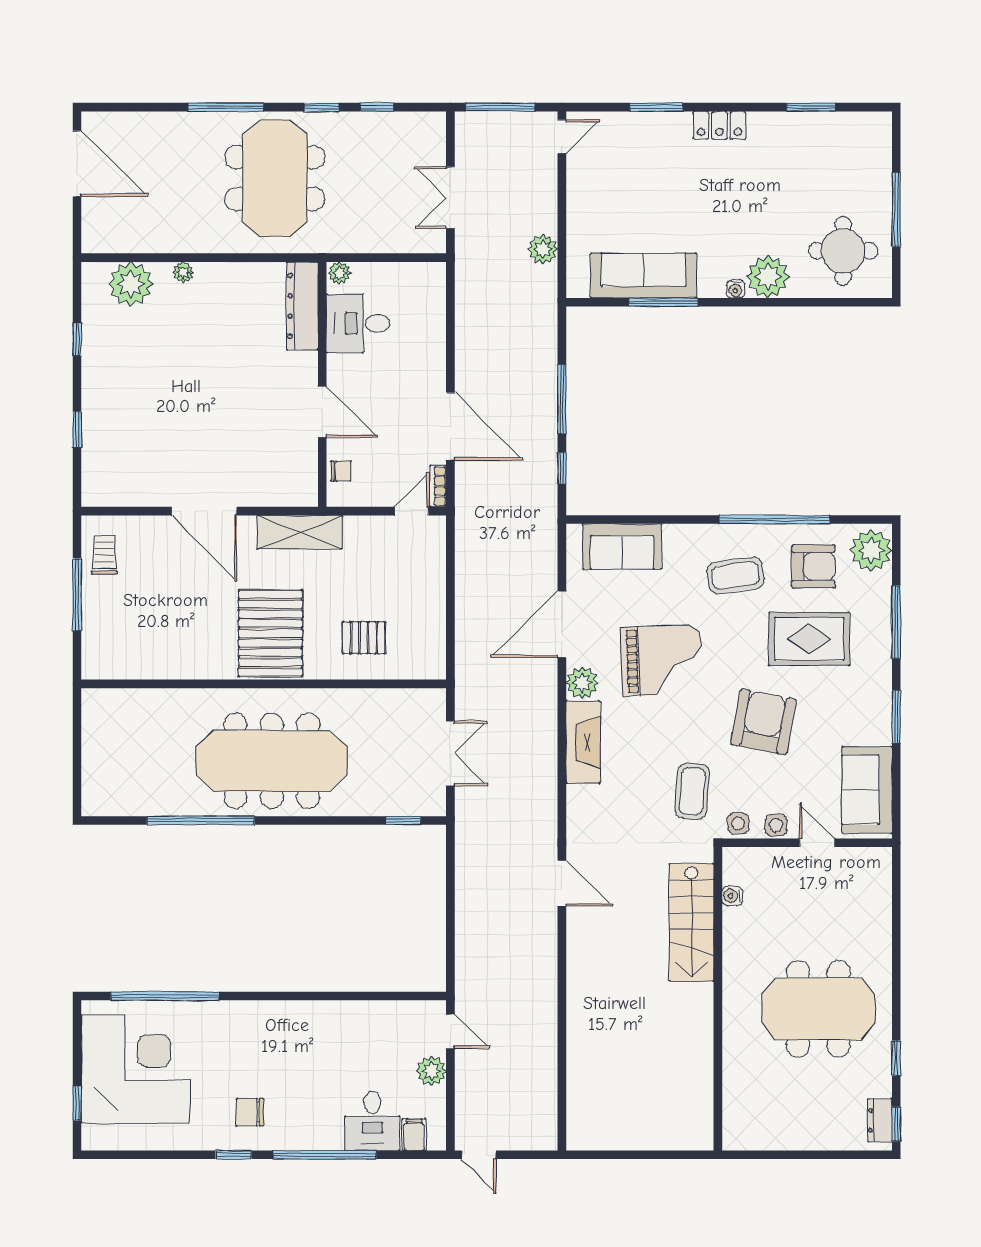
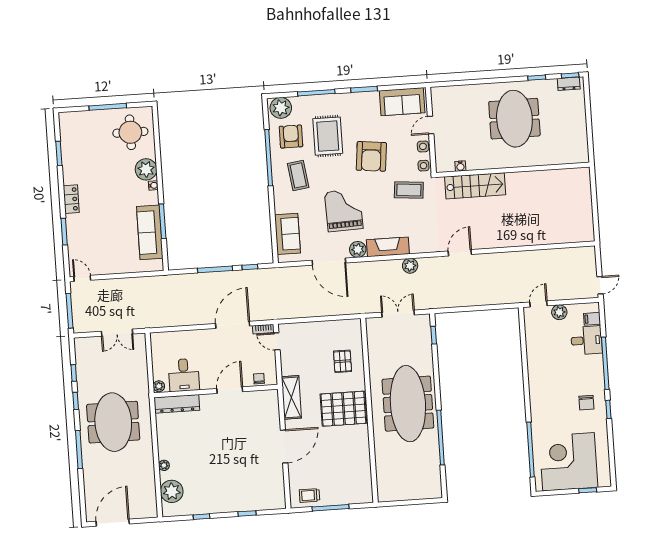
meeting table: (275, 178) -> (113, 422), turned 90
plant: (543, 249) -> (410, 266), moved
armchair: (763, 722) -> (371, 156), turned -95

